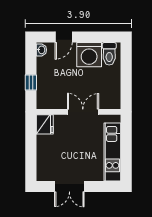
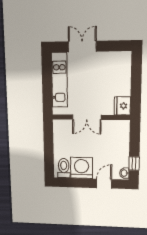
window: (31, 83) -> (134, 164), moved
double door: (69, 187) -> (82, 46), moved

